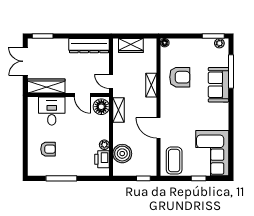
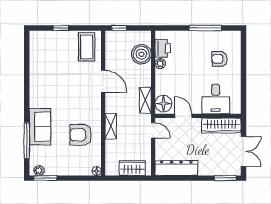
corner sofa: (212, 153) -> (46, 55), removed

